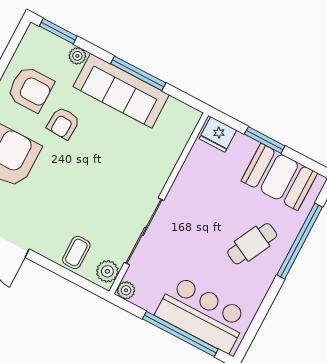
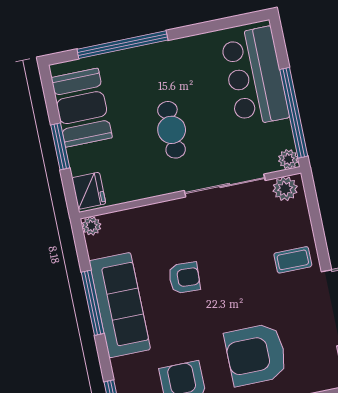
plant: (77, 56) -> (91, 226), moved
armchair: (63, 123) -> (184, 278), moved
cafe table: (252, 244) -> (172, 130), moved, turned 63
coffee table: (76, 252) -> (293, 260), moved
window: (180, 334) -> (294, 113), moved

